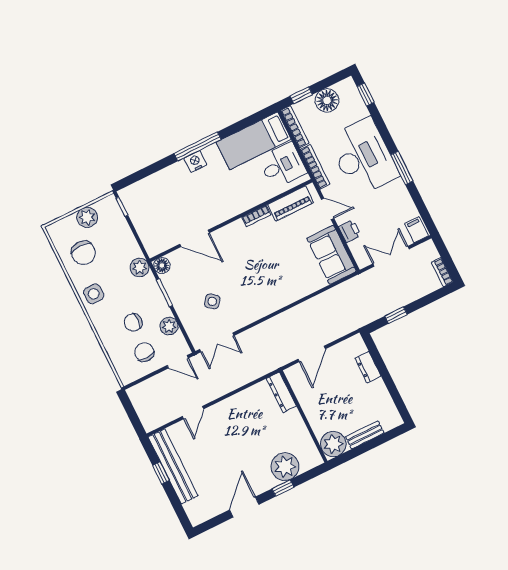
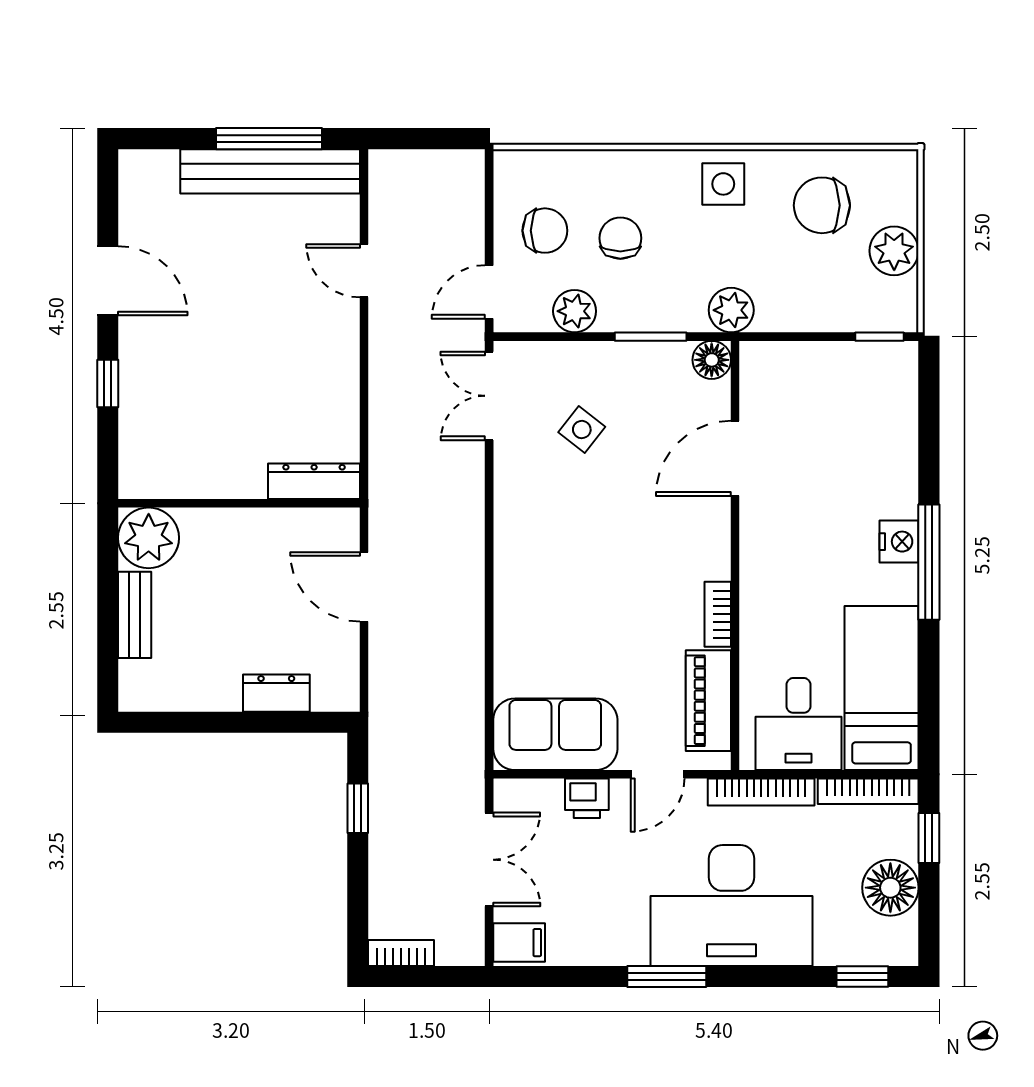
plant: (285, 467) -> (151, 411), removed
window: (161, 473) -> (269, 139), width x2.17

